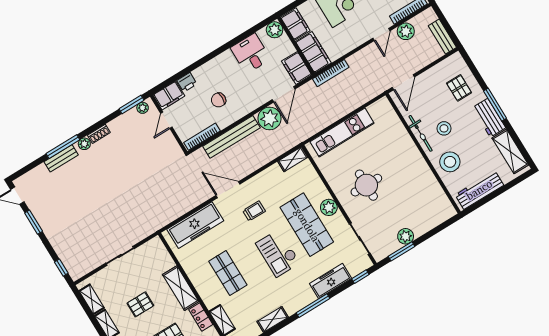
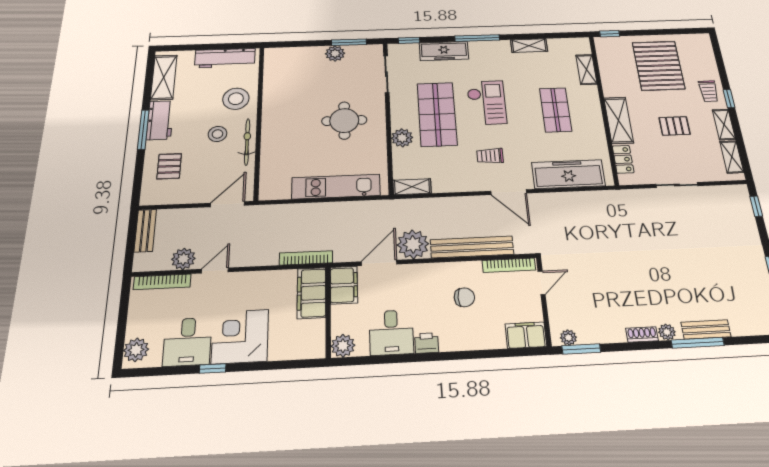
filing cabinet: (295, 24) -> (312, 339), removed
printer: (187, 82) -> (427, 343), moved
door: (166, 120) -> (542, 283), moved
plant: (329, 207) -> (402, 138), moved
locker: (201, 317) -> (623, 159), moved

